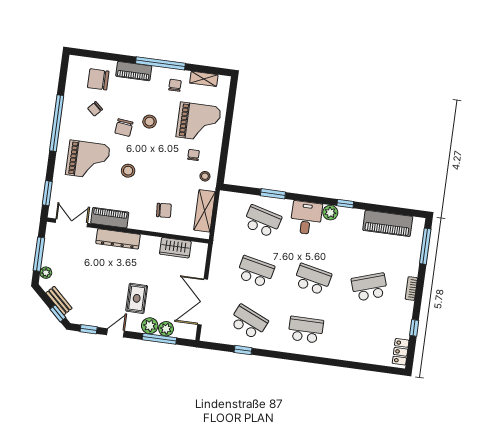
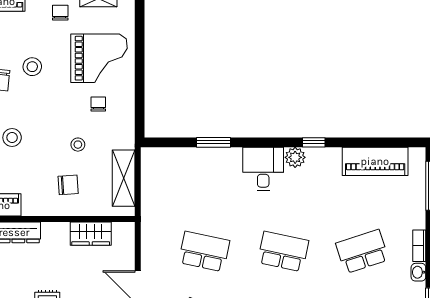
stool: (205, 176) -> (78, 145), moved
school desk: (262, 221) -> (204, 182), removed
washbasin: (408, 307) -> (418, 272), added

